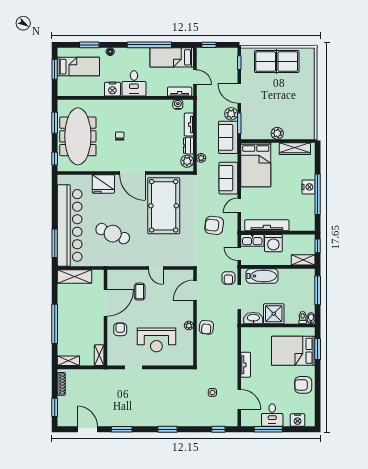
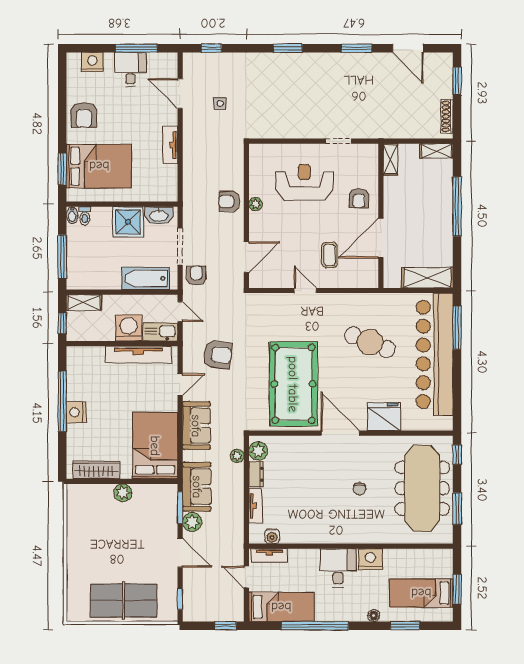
armchair: (206, 327) -> (229, 201), turned -96
armchair: (303, 385) -> (84, 115), turned 90

